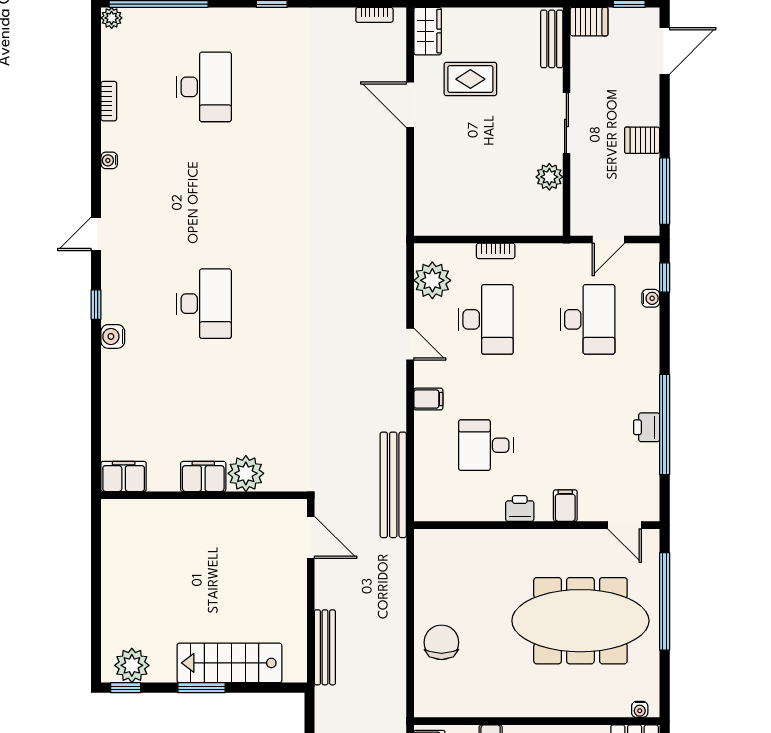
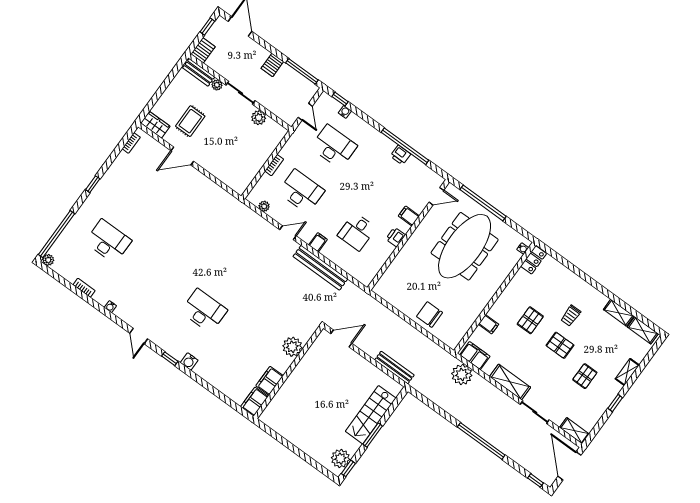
plant: (553, 80) -> (217, 85), added
plant: (432, 280) -> (264, 206), width x0.53, depth x0.53
filing cabinet: (203, 476) -> (270, 381), moved
bench: (393, 485) -> (320, 268), moved

